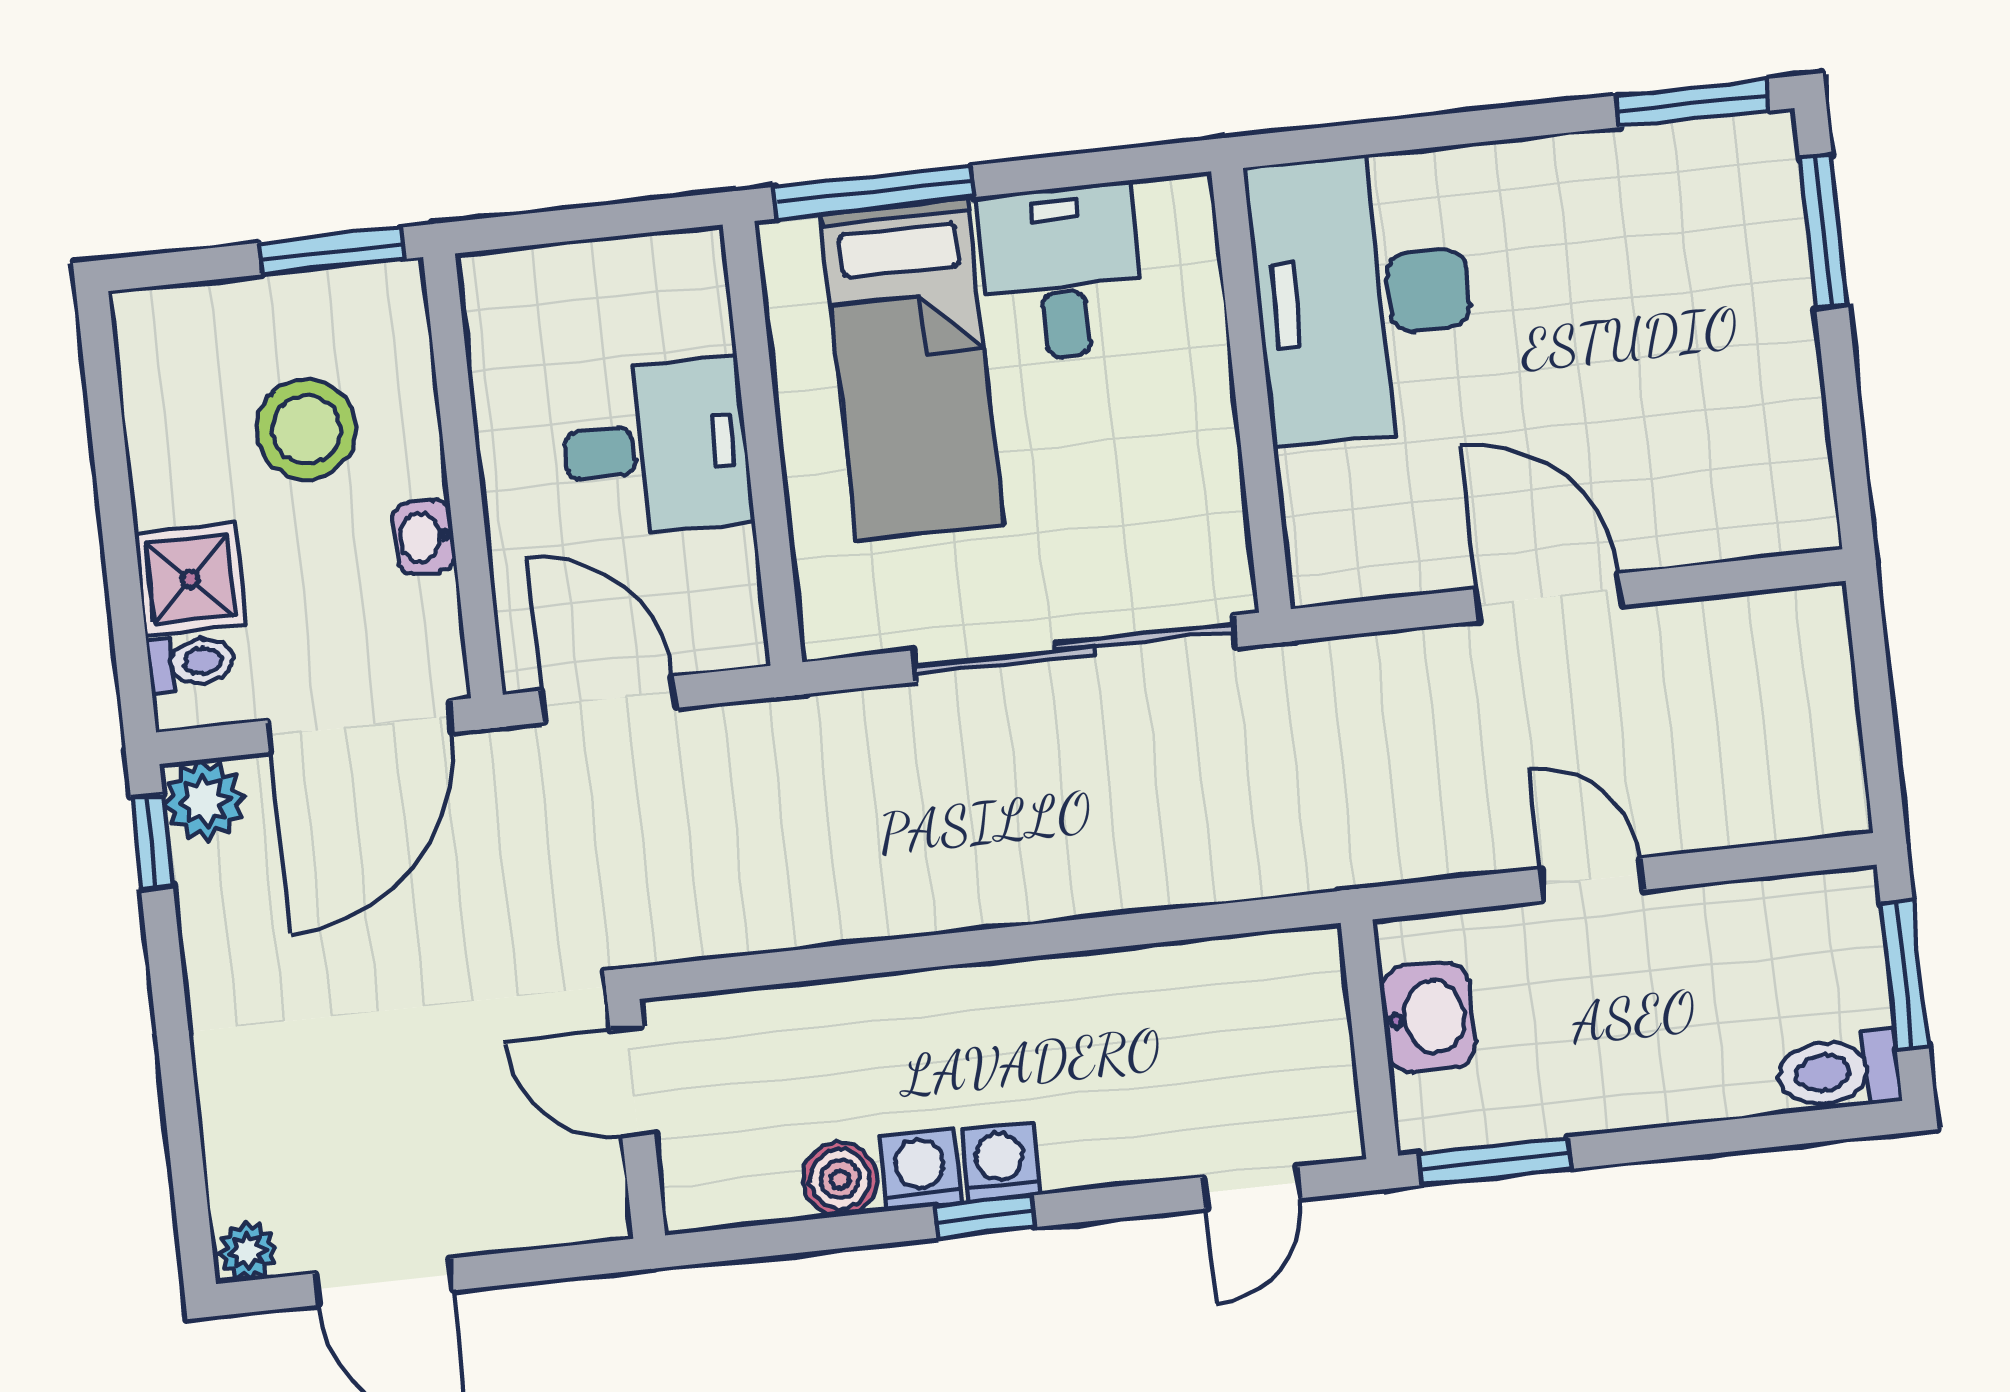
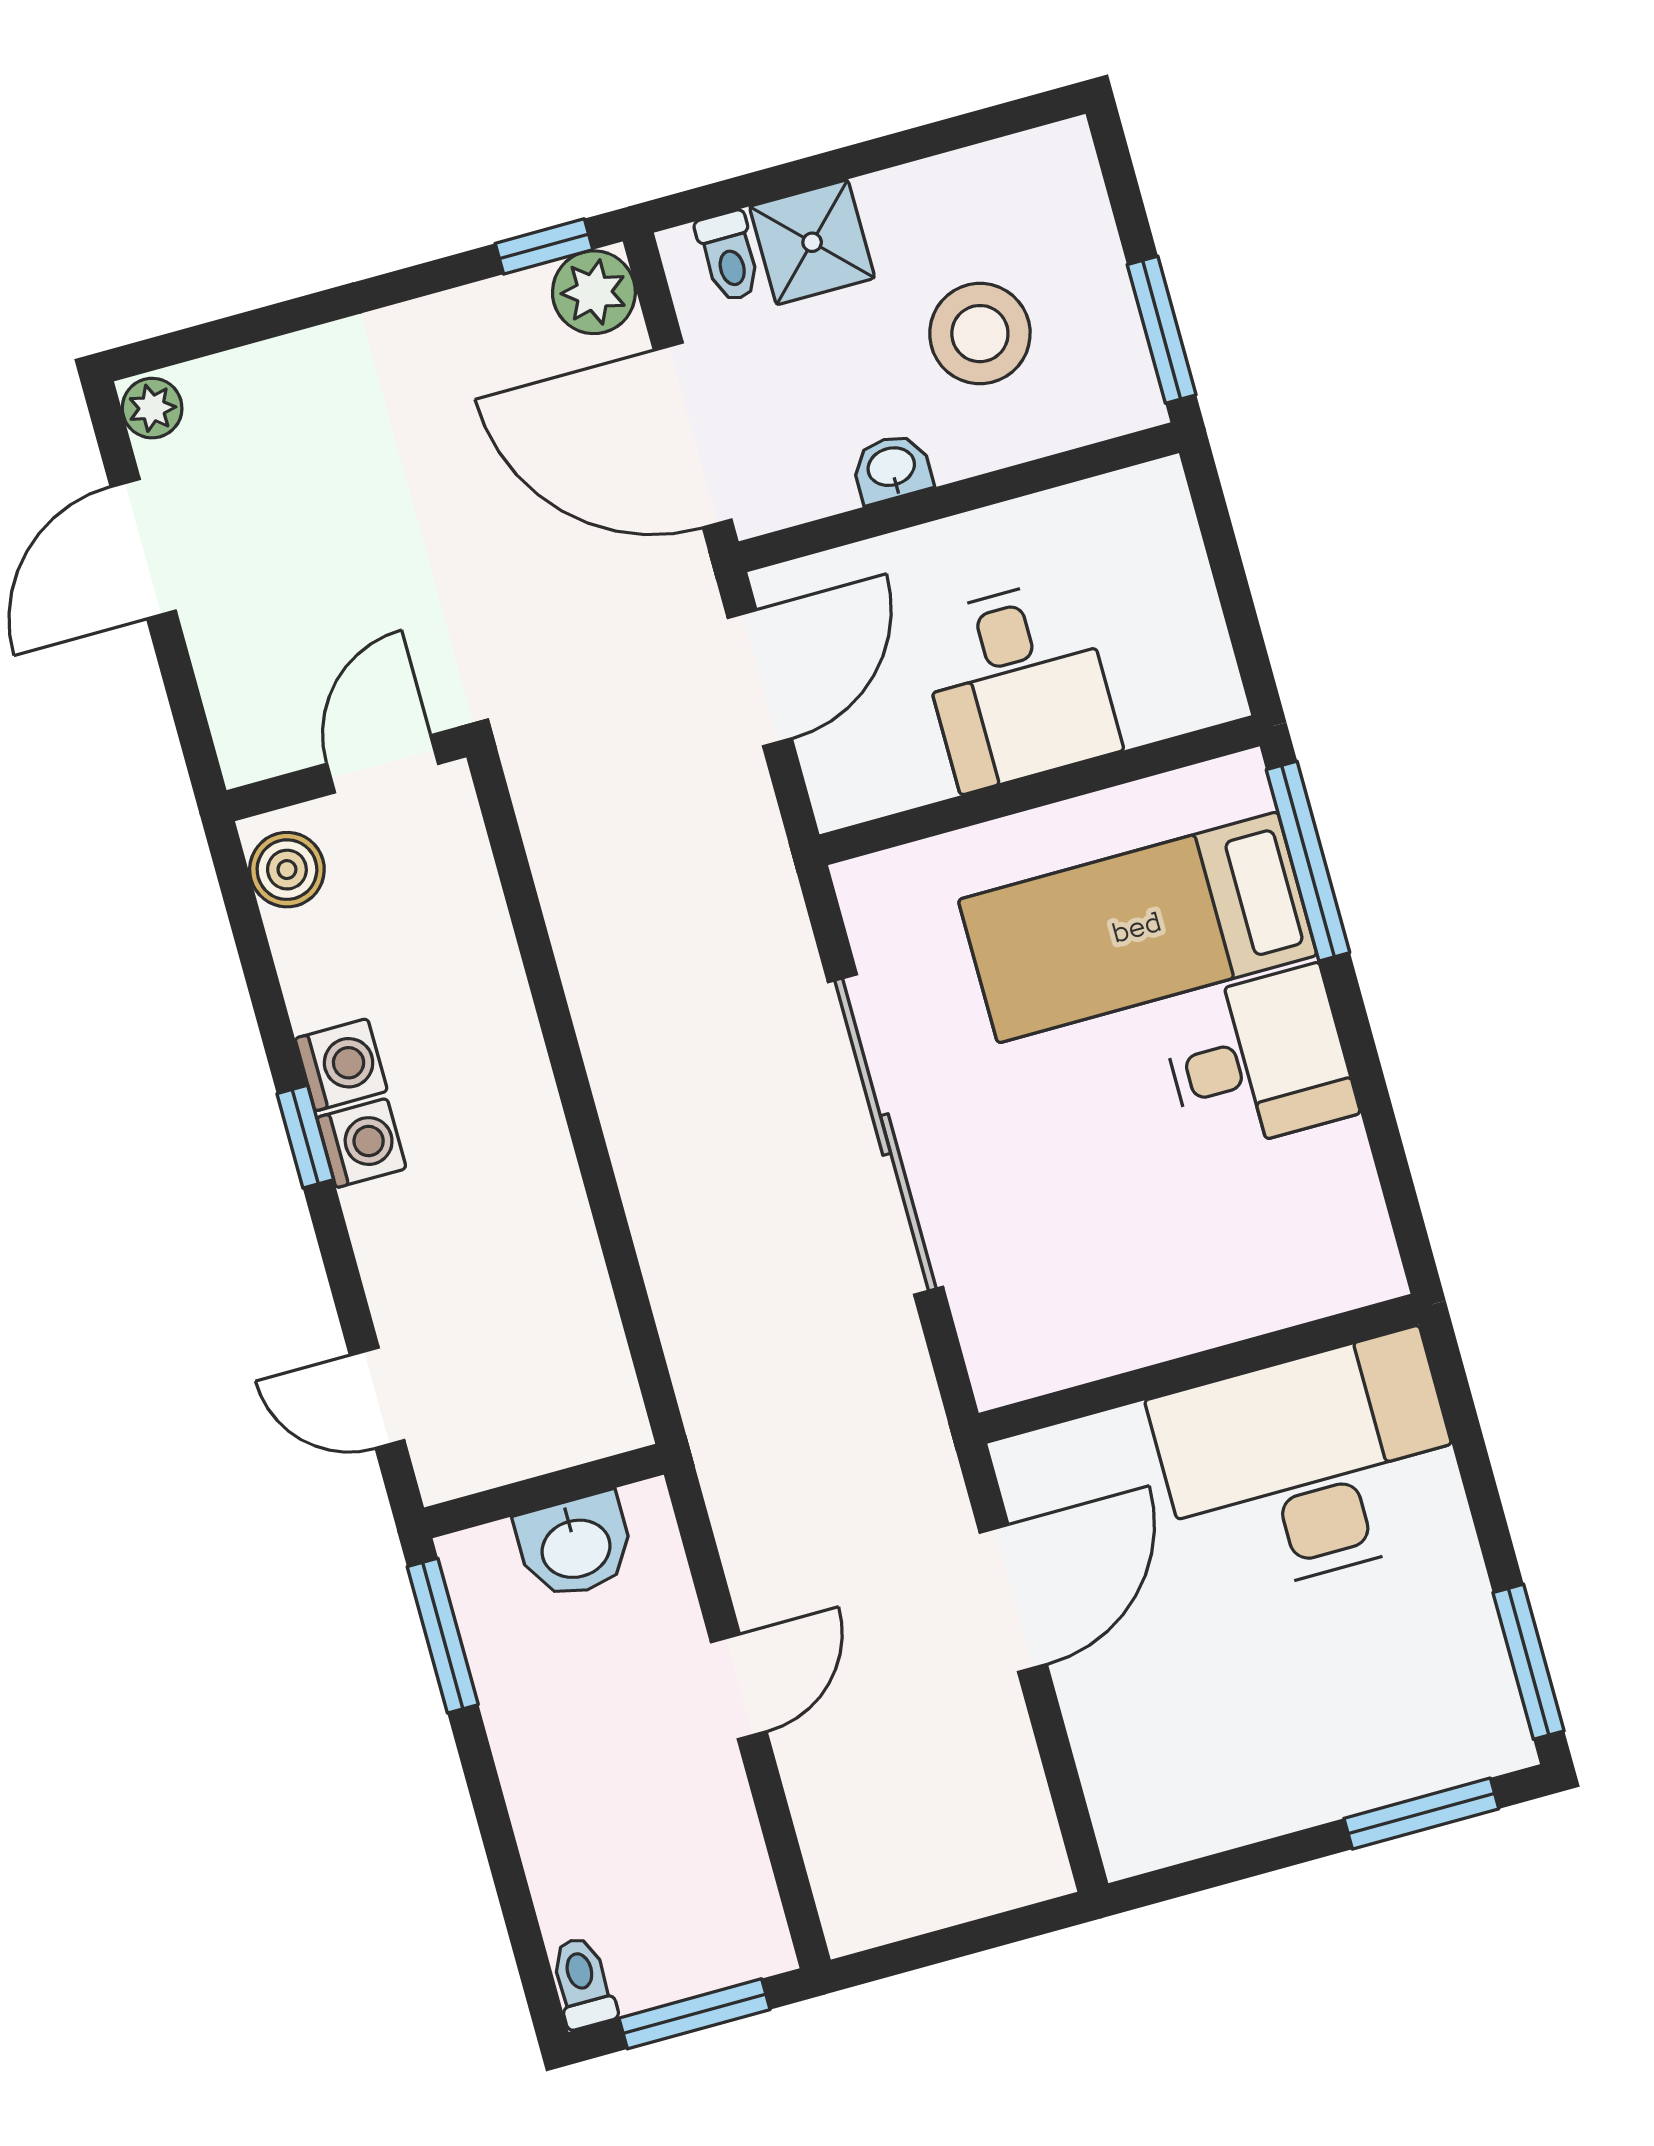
desk: (1363, 297) -> (1310, 1465), moved
wall: (1251, 390) -> (1199, 1369), moved
toilet: (1839, 1071) -> (583, 1983), width x0.73, depth x0.72
boiler: (840, 1179) -> (287, 870), moved

